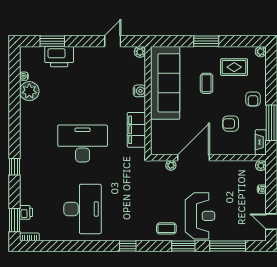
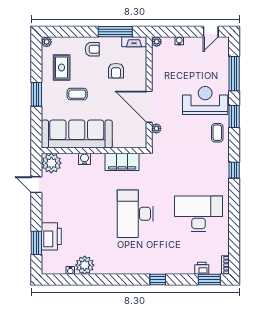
plant: (140, 52) -> (51, 163), width x1.87, depth x1.87

